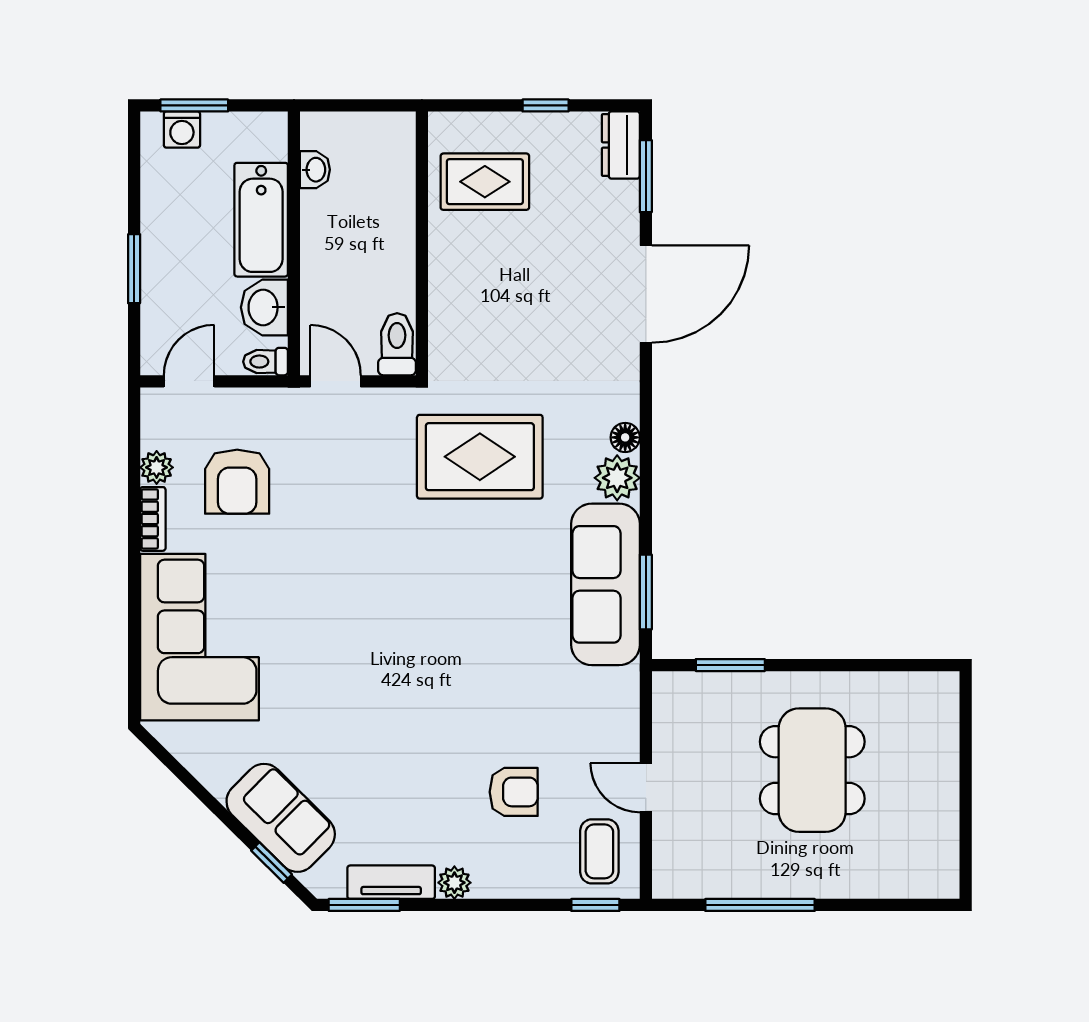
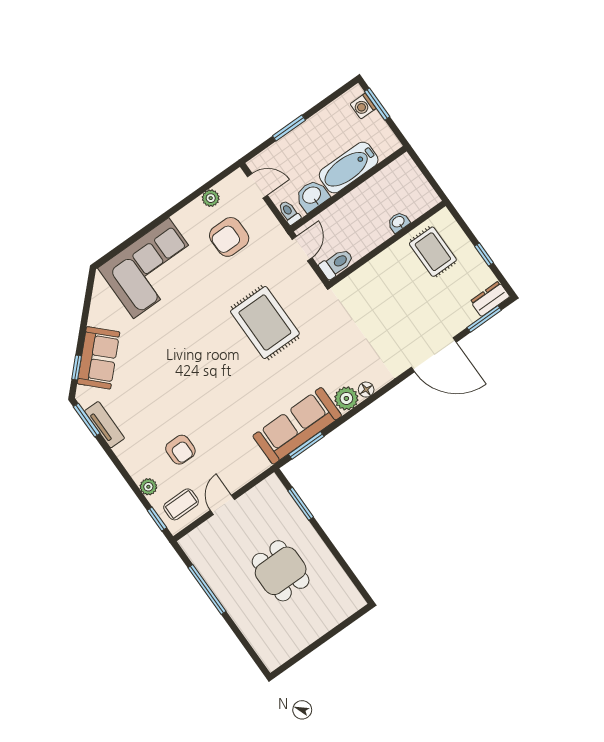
washbasin: (315, 170) -> (398, 222), moved, turned 180
rug: (480, 457) -> (265, 323), moved
bookcase: (153, 519) -> (188, 212), removed
dining table: (812, 770) -> (281, 571), width x0.73
plant: (454, 883) -> (148, 487), moved

